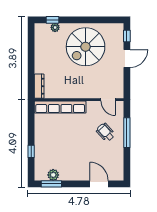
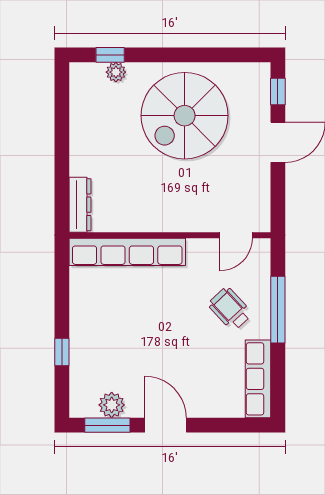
door: (108, 100) -> (236, 235), hinge flipped
row of seats: (118, 163) -> (258, 379), added
door: (99, 184) -> (166, 425), moved

